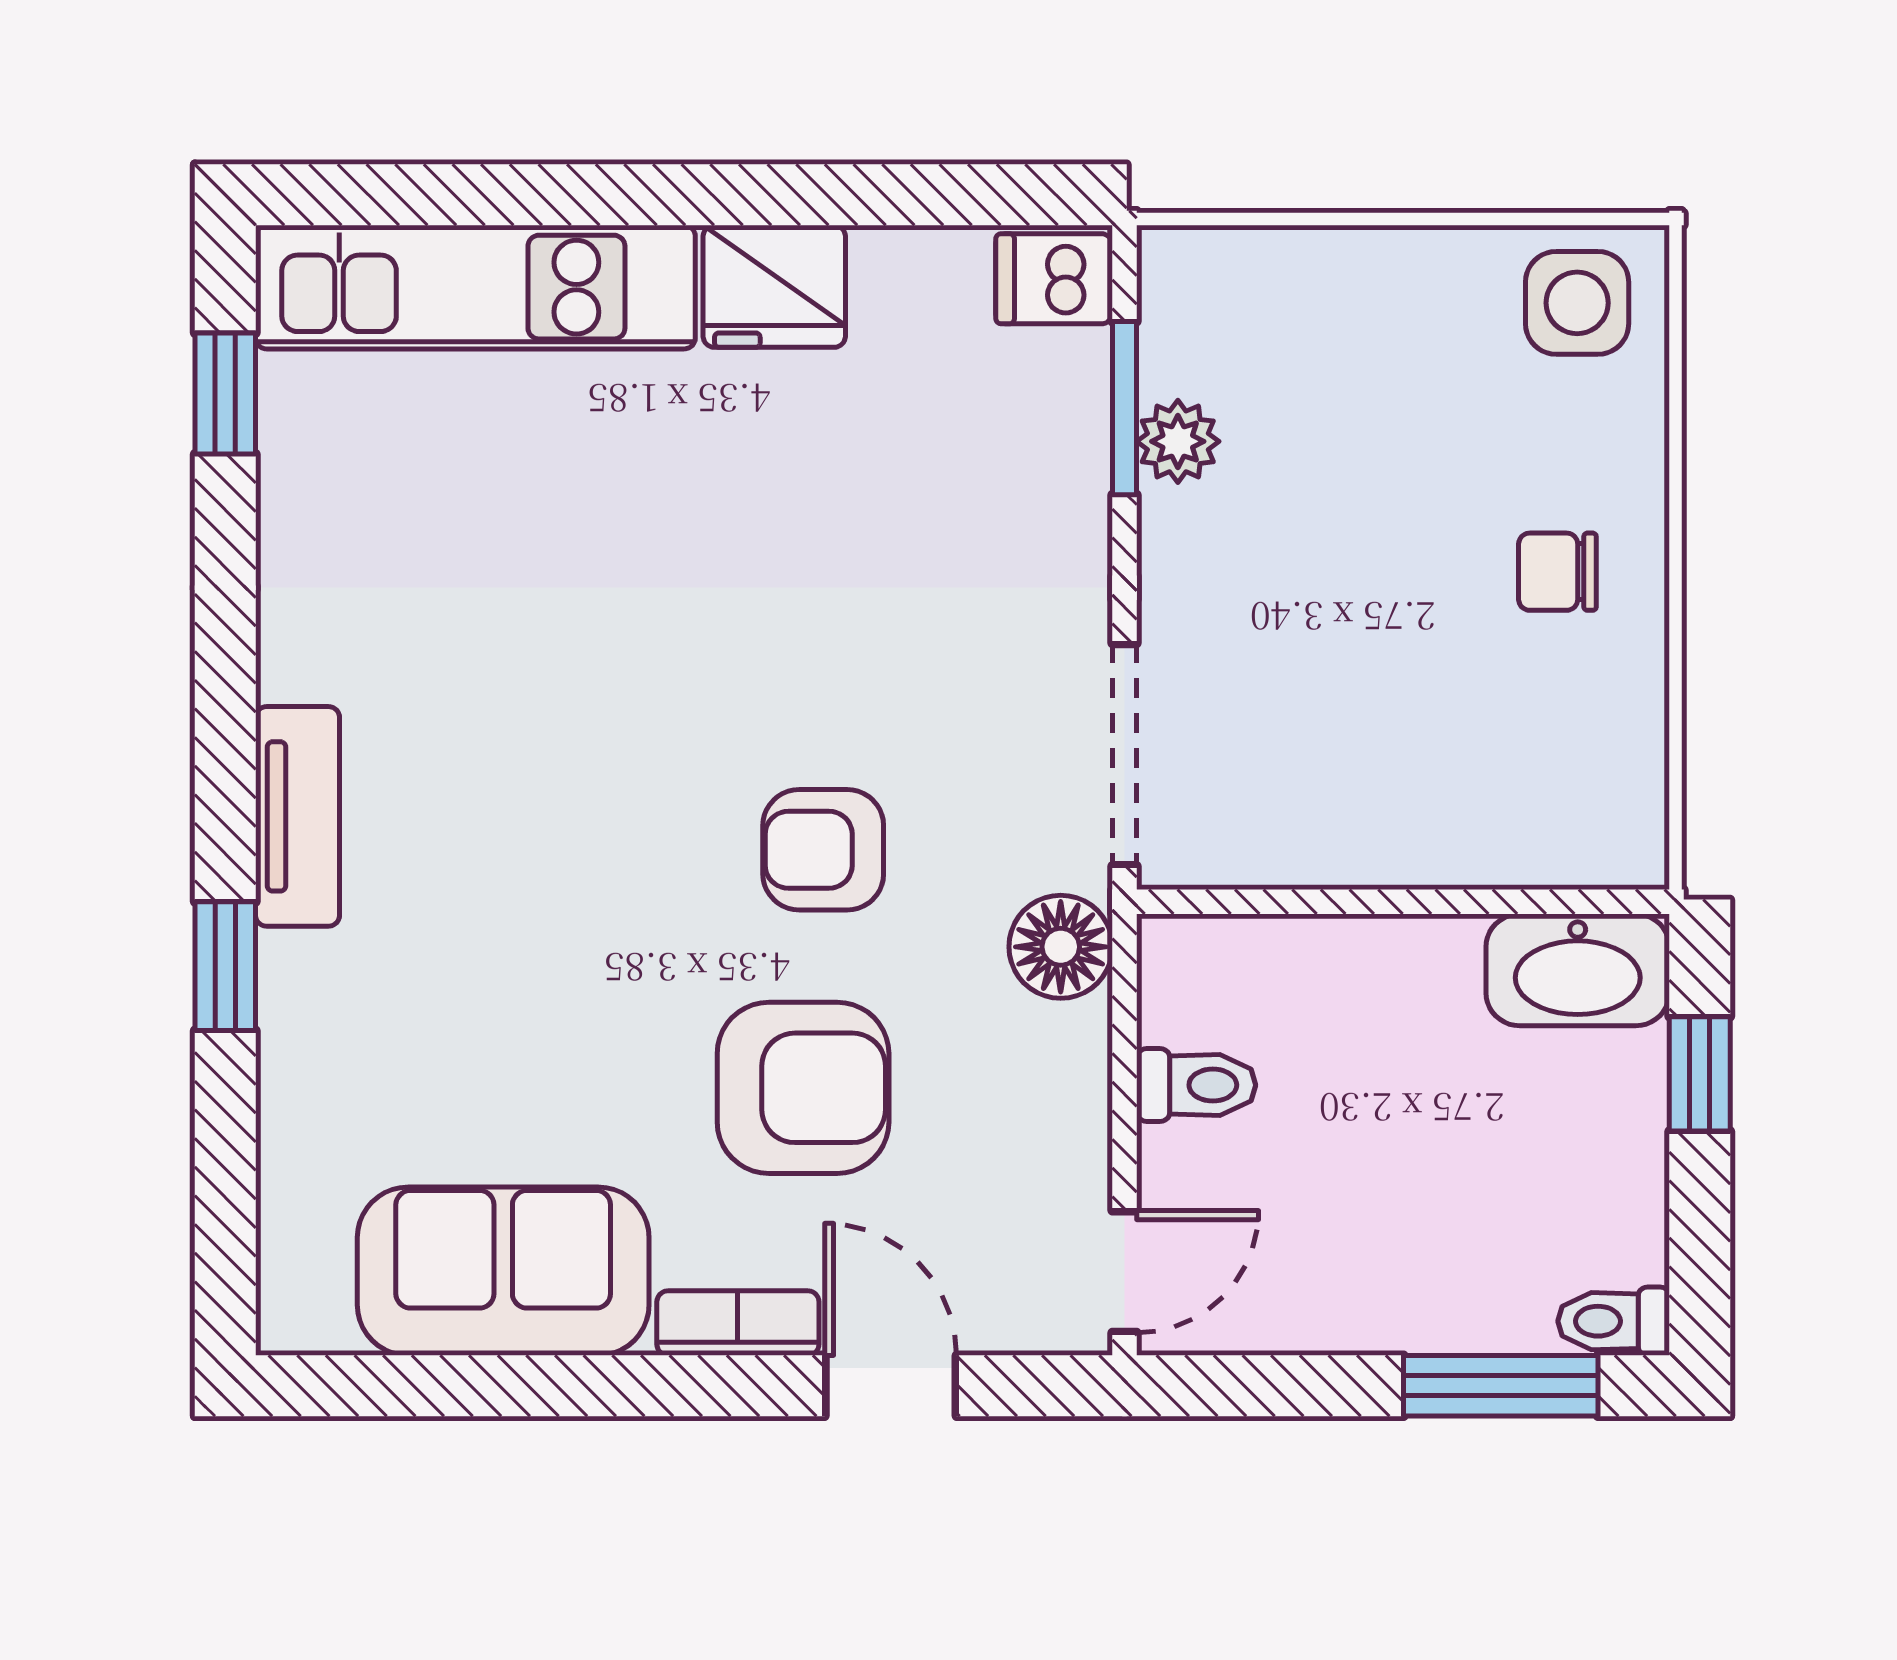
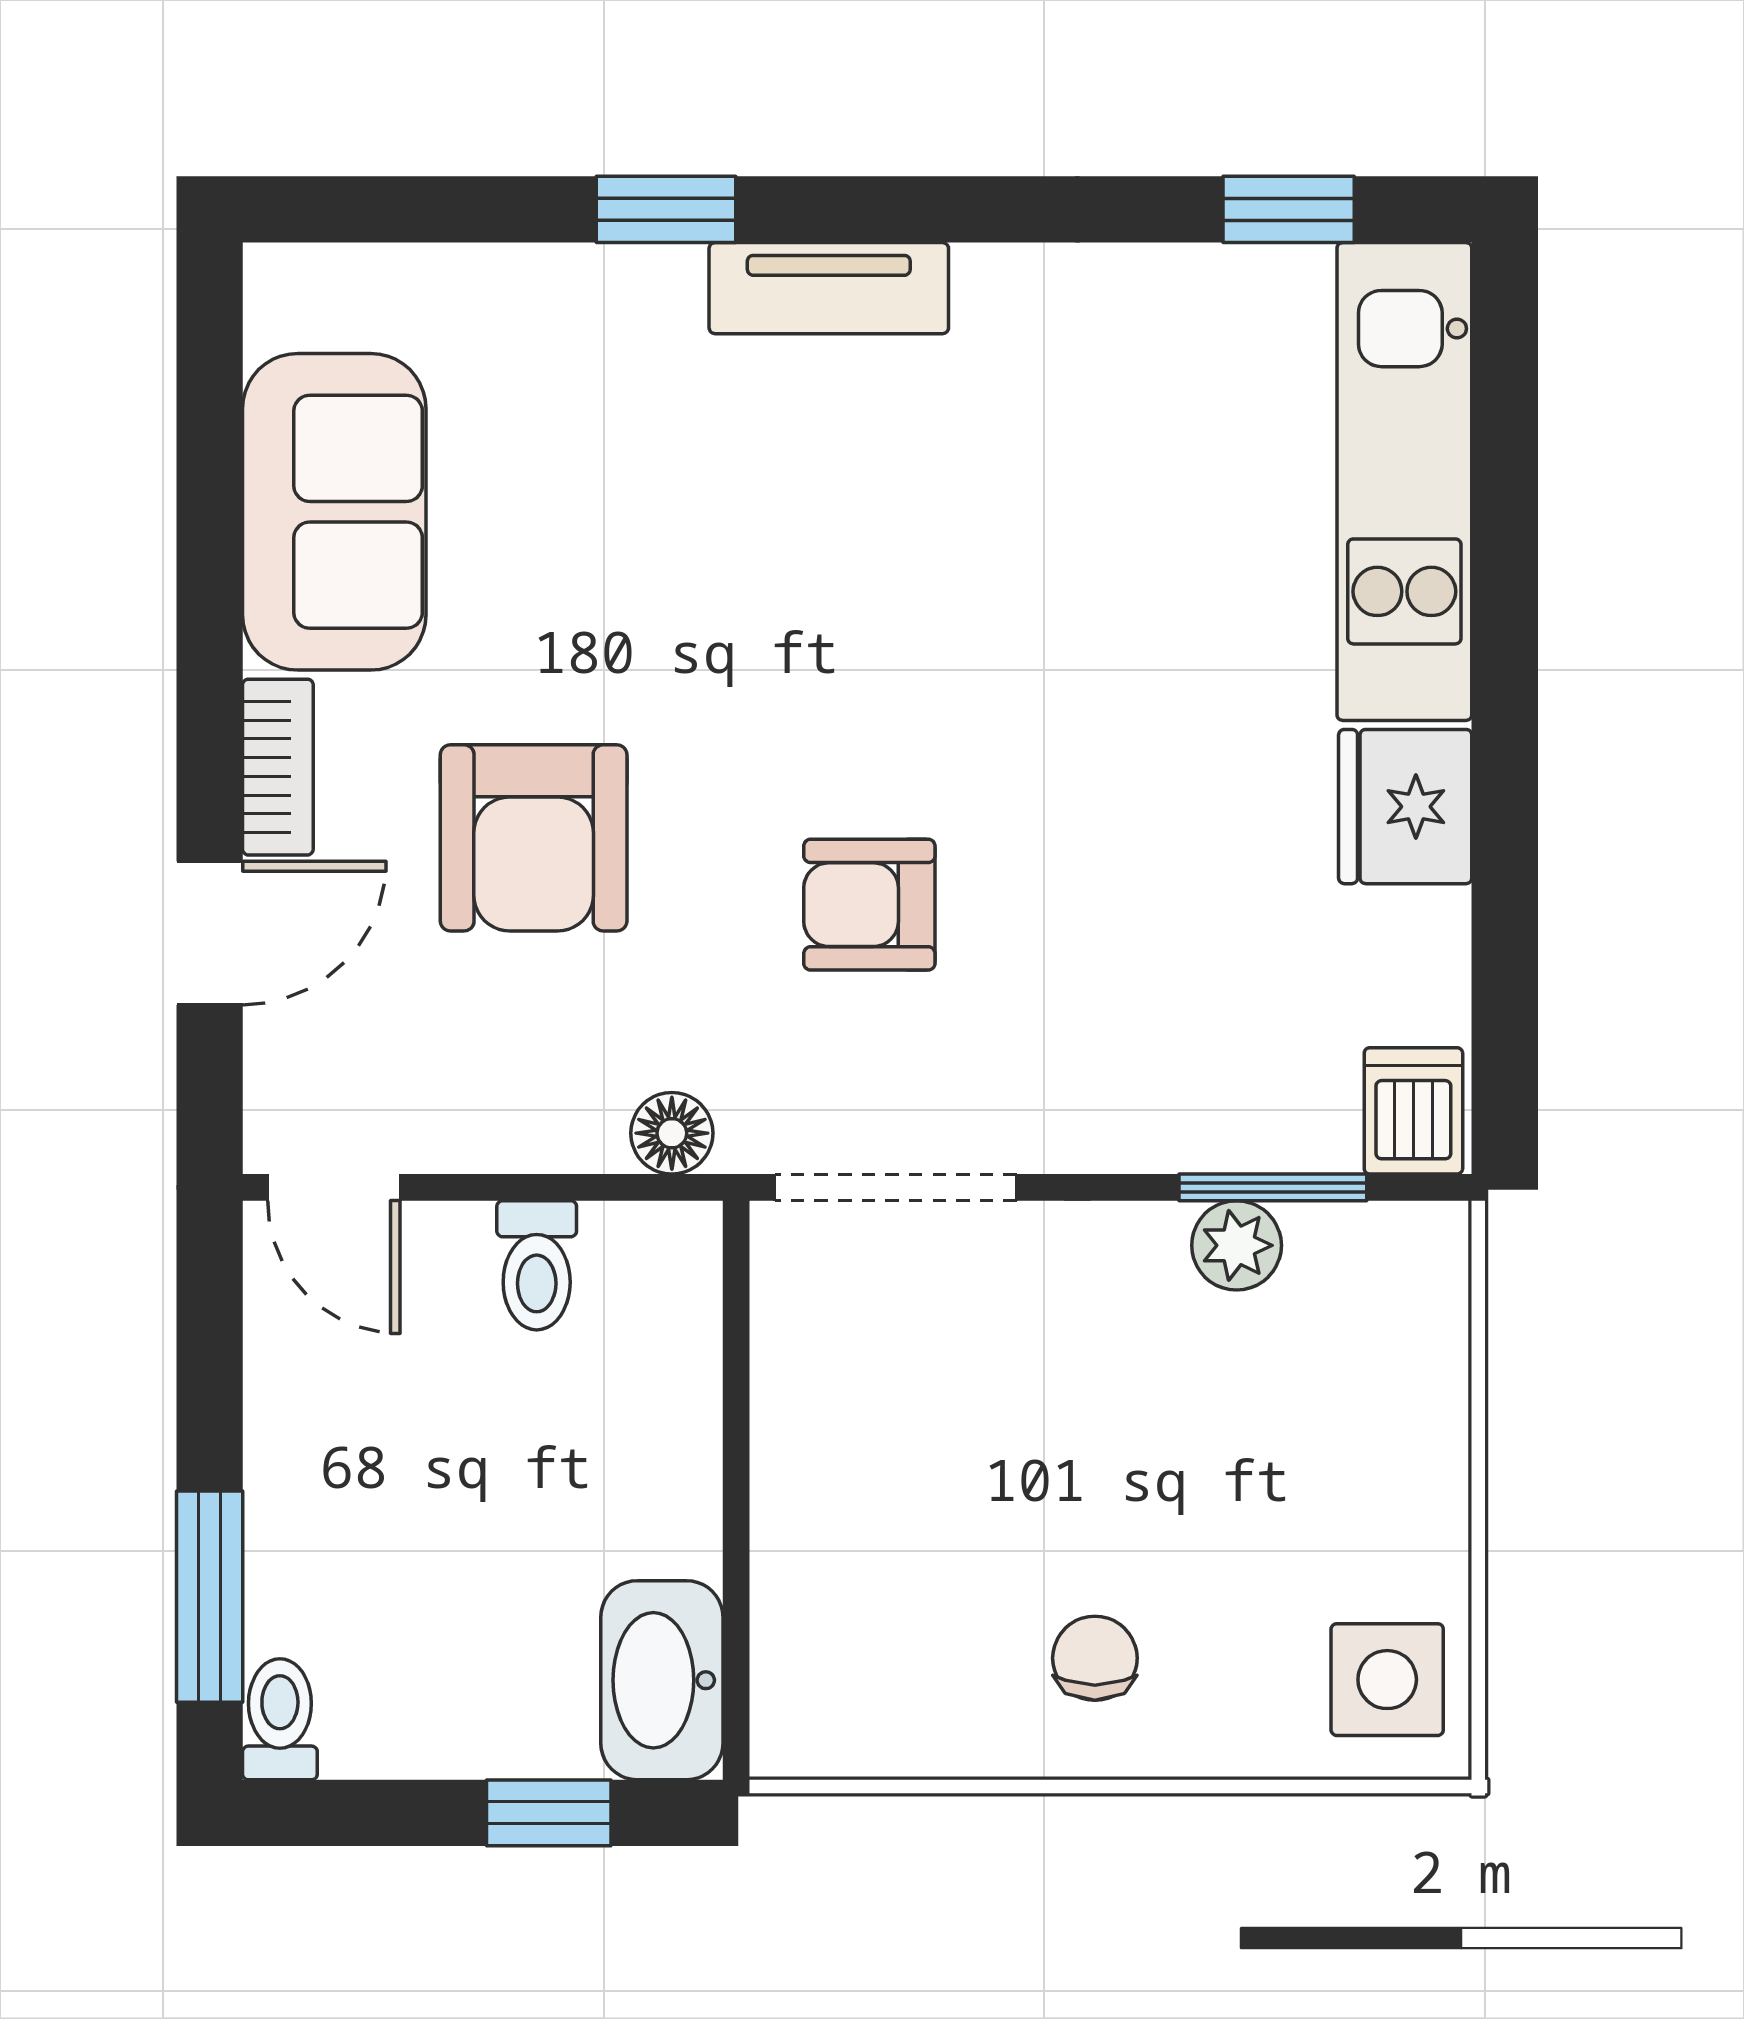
armchair: (823, 850) -> (869, 905), moved, turned -90
floor lamp: (1061, 947) -> (672, 1133), width x0.73, depth x0.73

